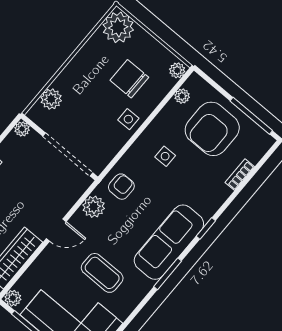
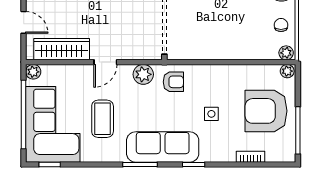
chair: (129, 79) -> (281, 25), moved, width x0.54, depth x0.54
plant: (182, 96) -> (287, 71), moved
side table: (128, 119) -> (224, 47), removed
side table: (165, 156) -> (211, 114), moved
door: (56, 230) -> (105, 62), hinge flipped

